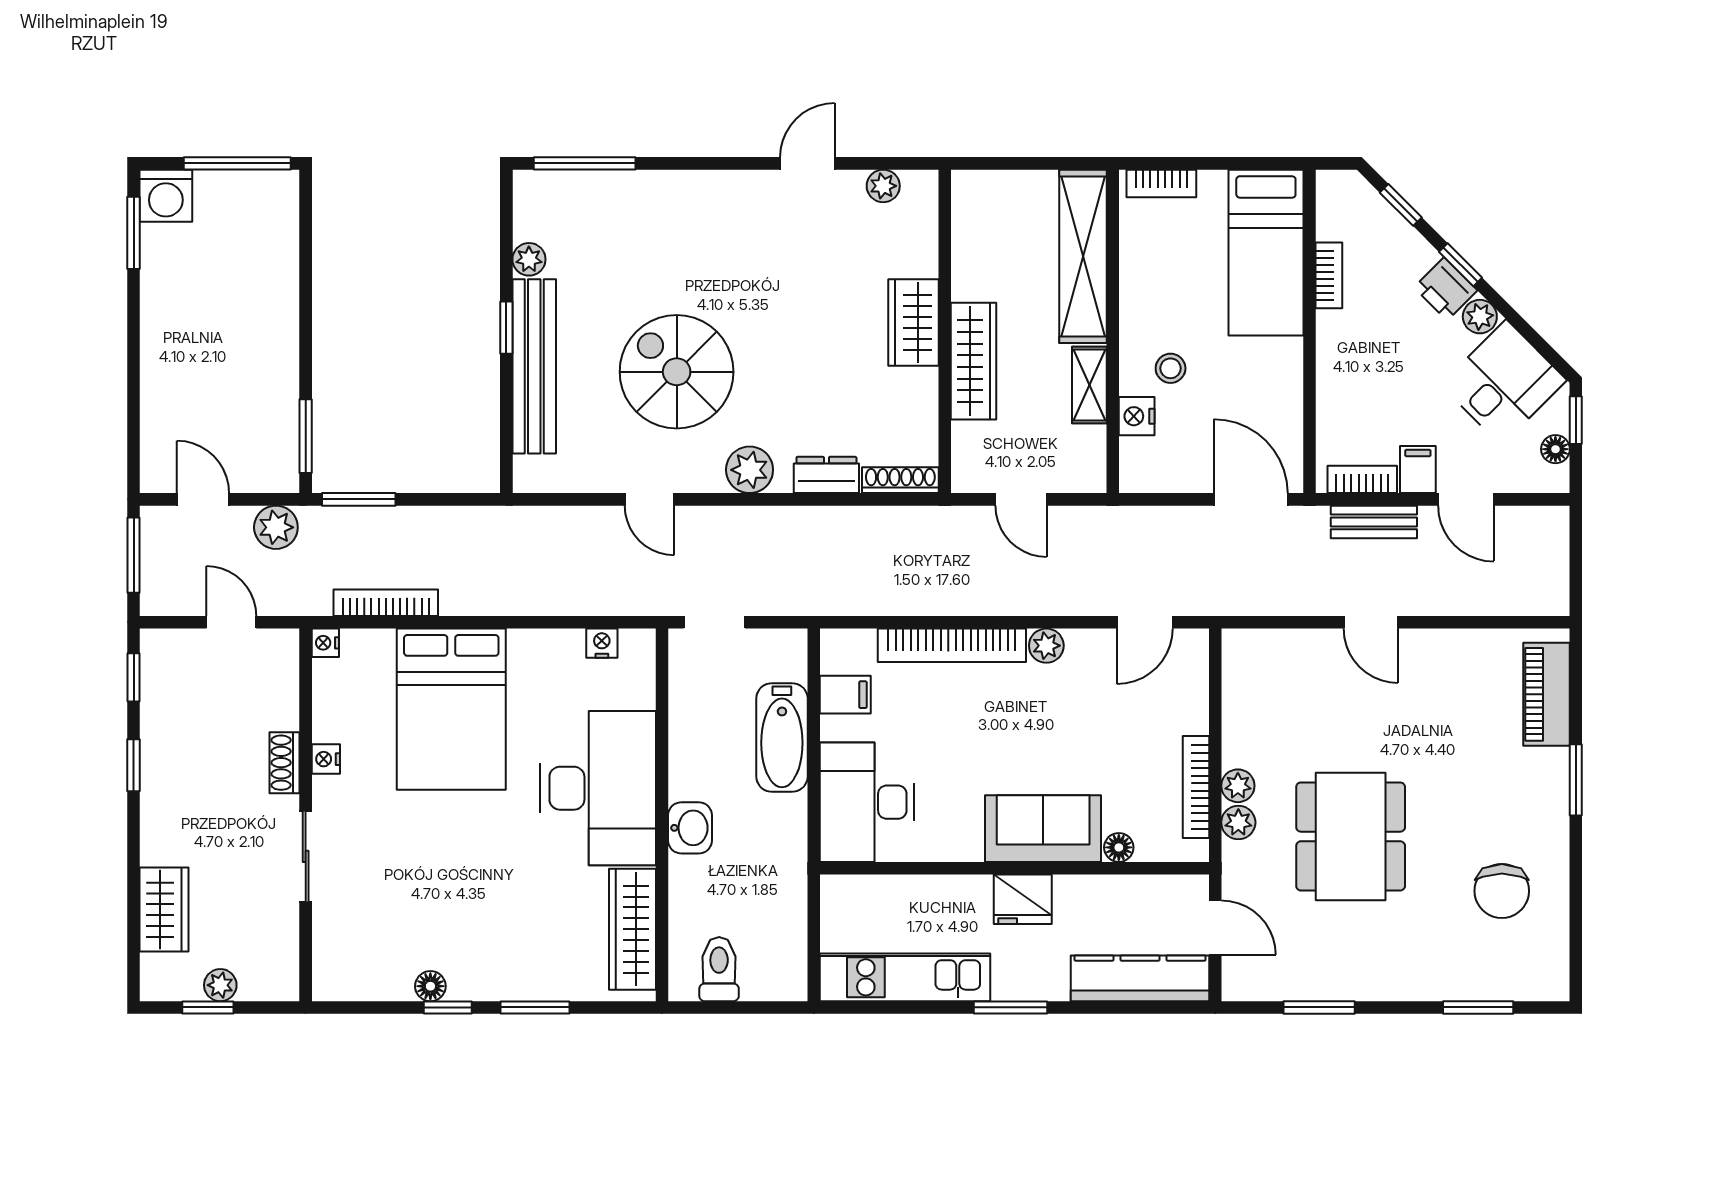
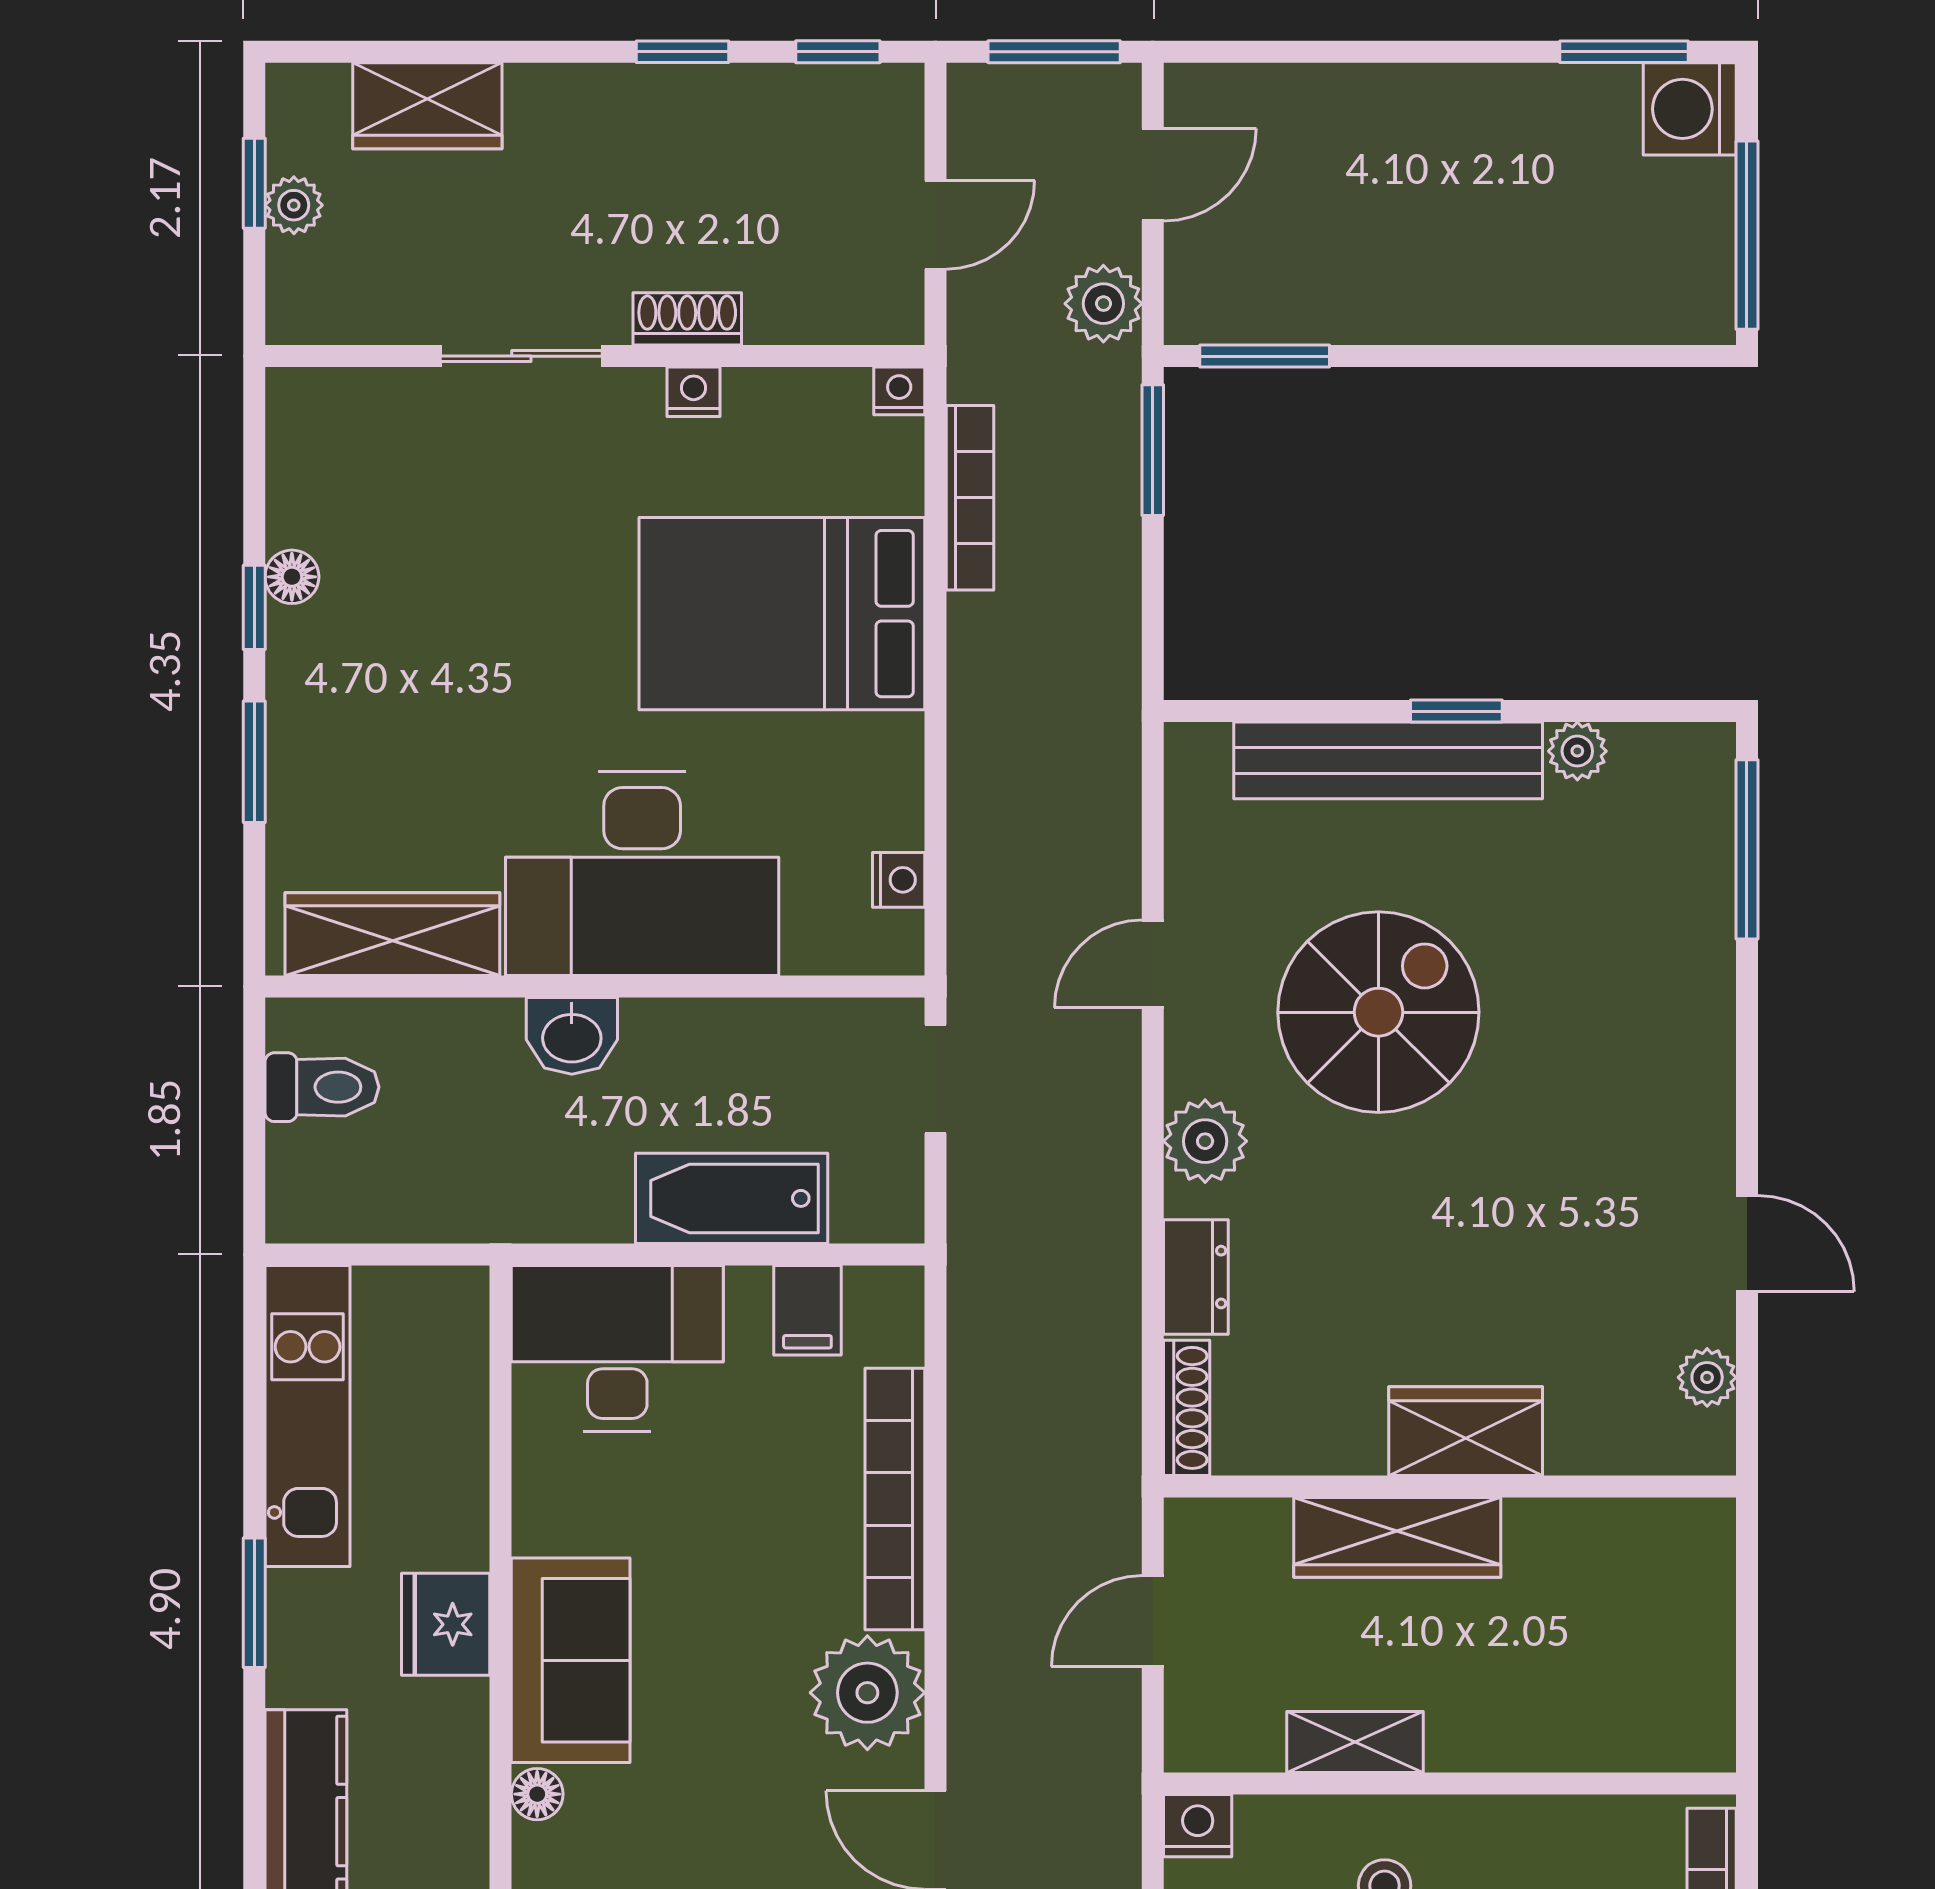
shelving: (1083, 256) -> (1582, 1731), removed
nightstand: (1137, 416) -> (1198, 1826), moved
plant: (1046, 646) -> (867, 1693), width x1.88, depth x1.88

